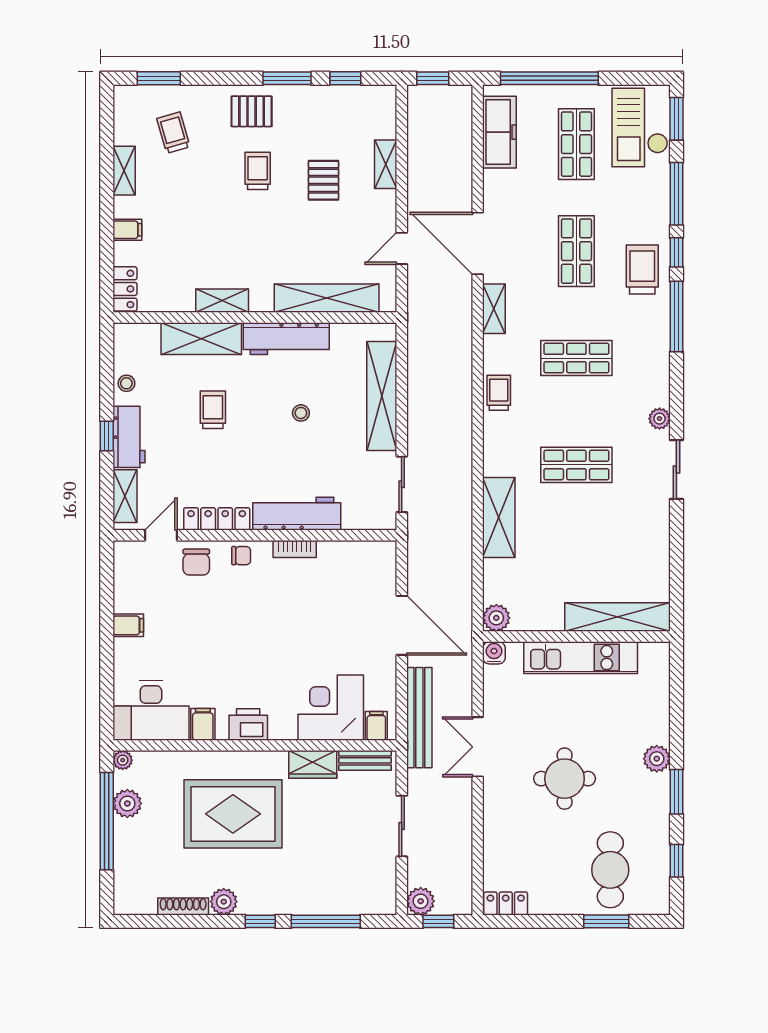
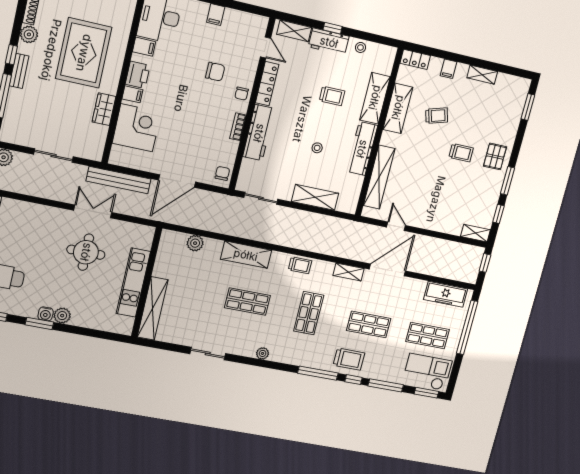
trolley: (173, 133) -> (437, 116), moved
shelving: (386, 164) -> (475, 233), moved
pallet: (323, 180) -> (446, 189), removed
shelving: (222, 301) -> (398, 108), width x1.50, depth x1.33
shelving: (382, 396) -> (315, 197), width x0.68
shop shelf: (576, 465) -> (247, 302), turned 90
sliding door: (676, 469) -> (208, 354), moved
shelving: (499, 518) -> (246, 255), moved
chair: (374, 556) -> (222, 173), added
chair: (196, 562) -> (215, 72), moved, turned 180
plant: (496, 618) -> (195, 243), moved
water cooler: (494, 653) -> (46, 314), moved, turned 90
filing cabinet: (376, 726) -> (132, 94), moved
bench: (365, 760) -> (19, 71), moved
round table: (565, 779) -> (86, 252), moved

